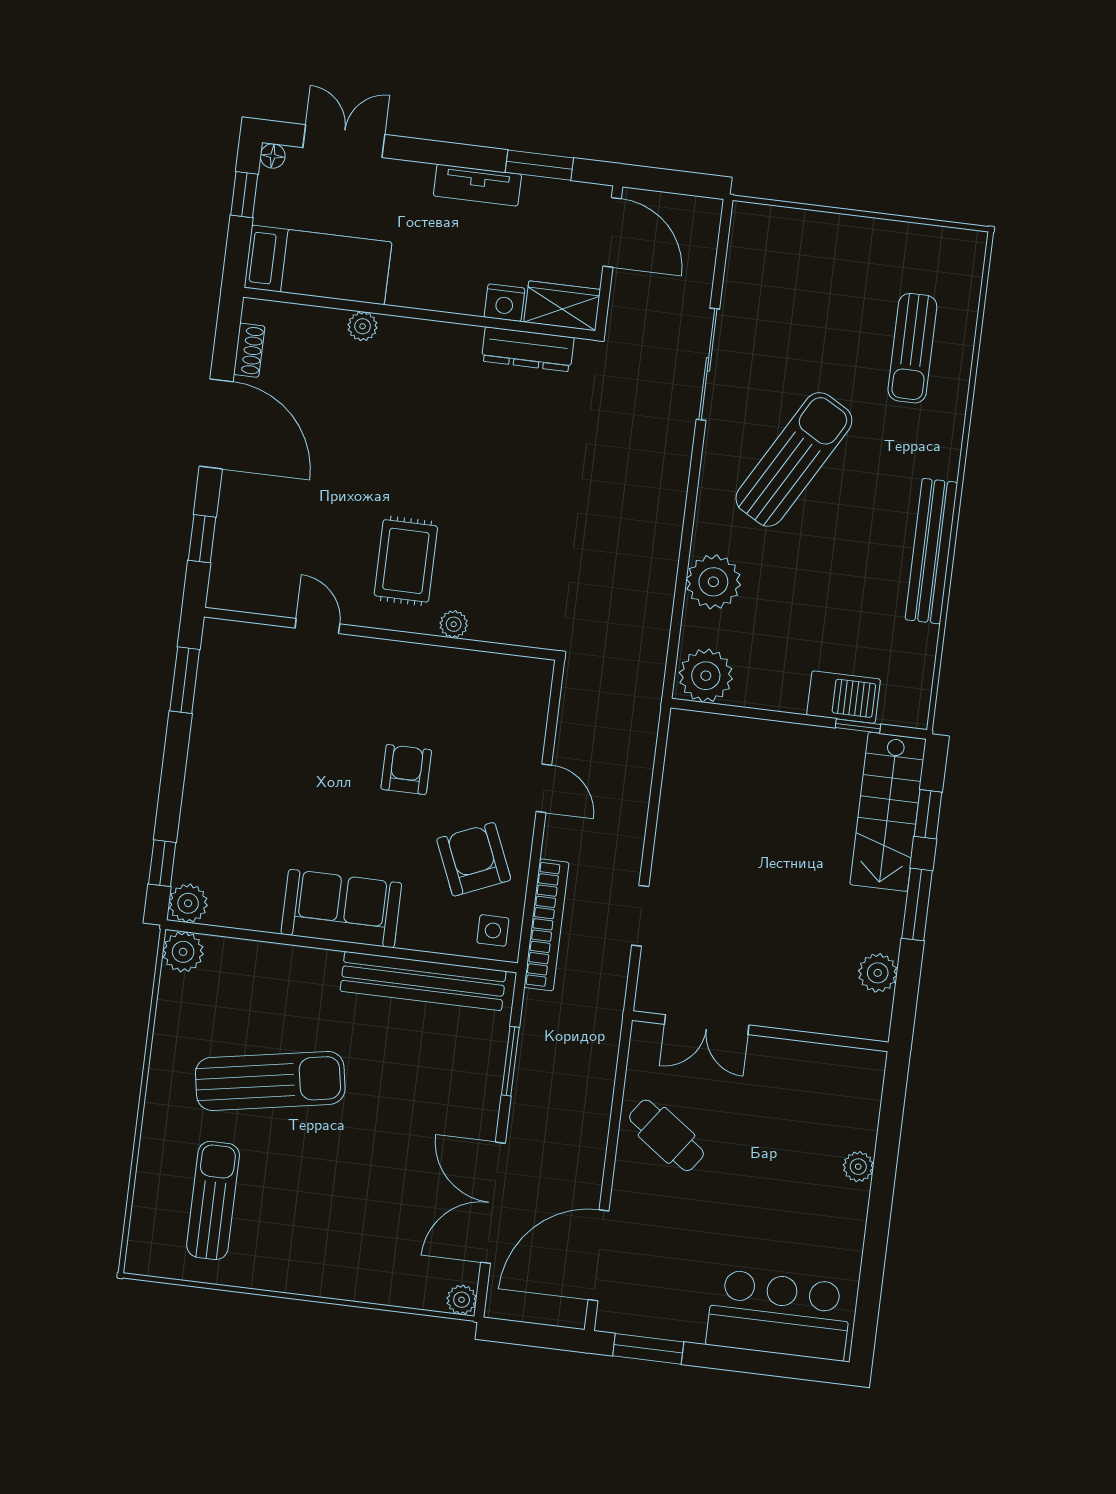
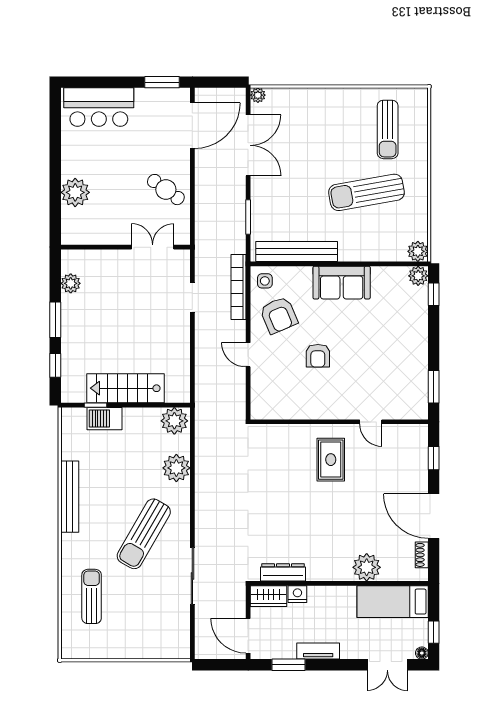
plant: (363, 326) -> (367, 567), width x1.88, depth x1.88
plant: (454, 624) -> (303, 431), removed
stairs: (888, 812) -> (126, 388), moved, turned -90
plant: (858, 1167) -> (75, 192), width x1.87, depth x1.87

